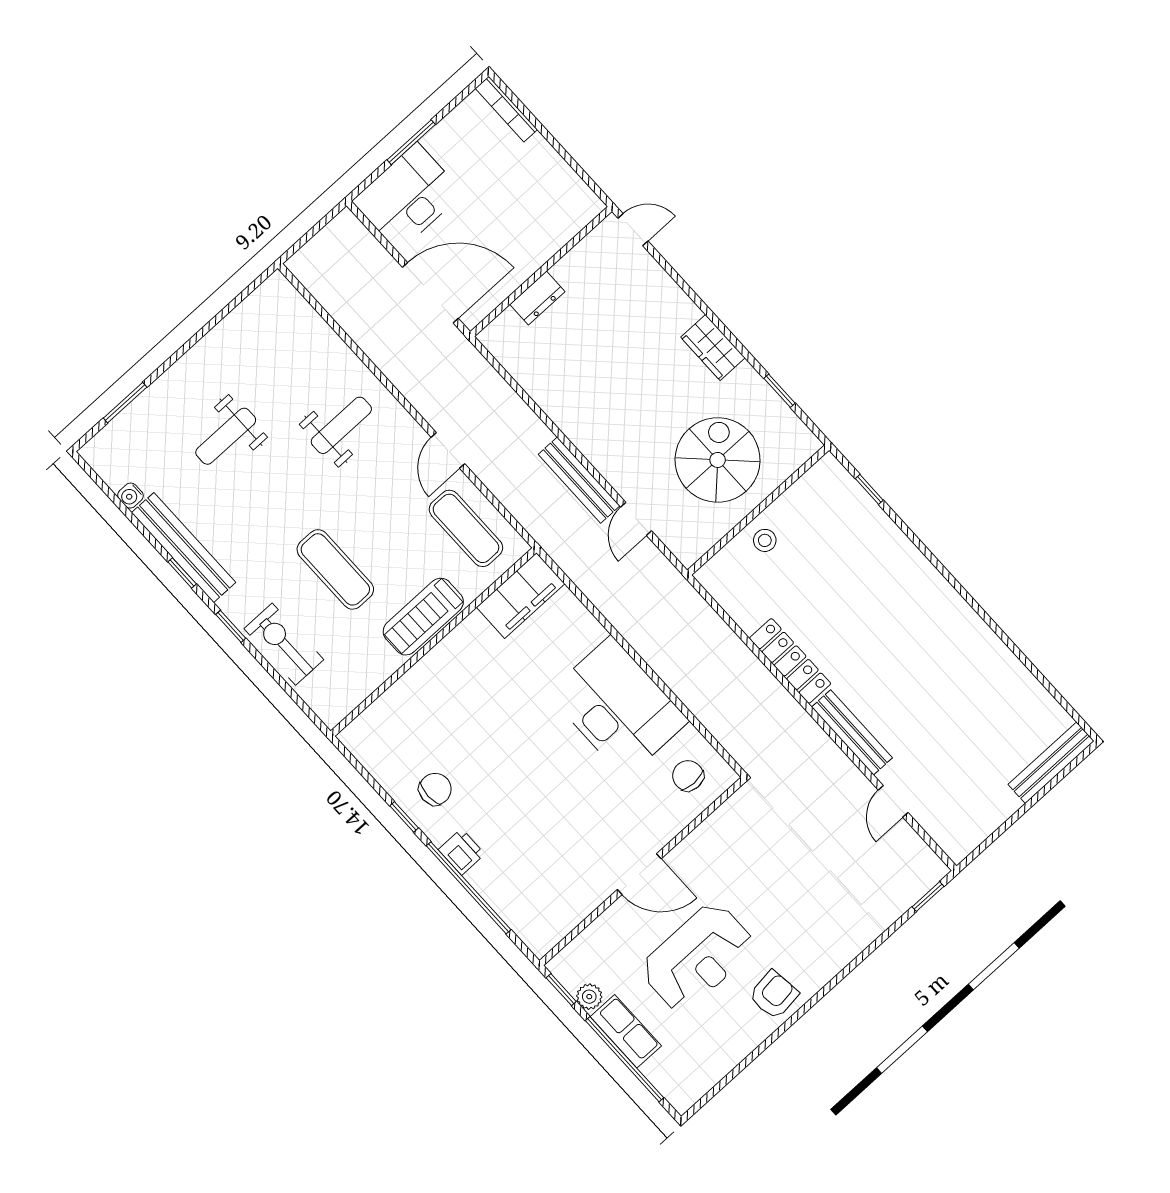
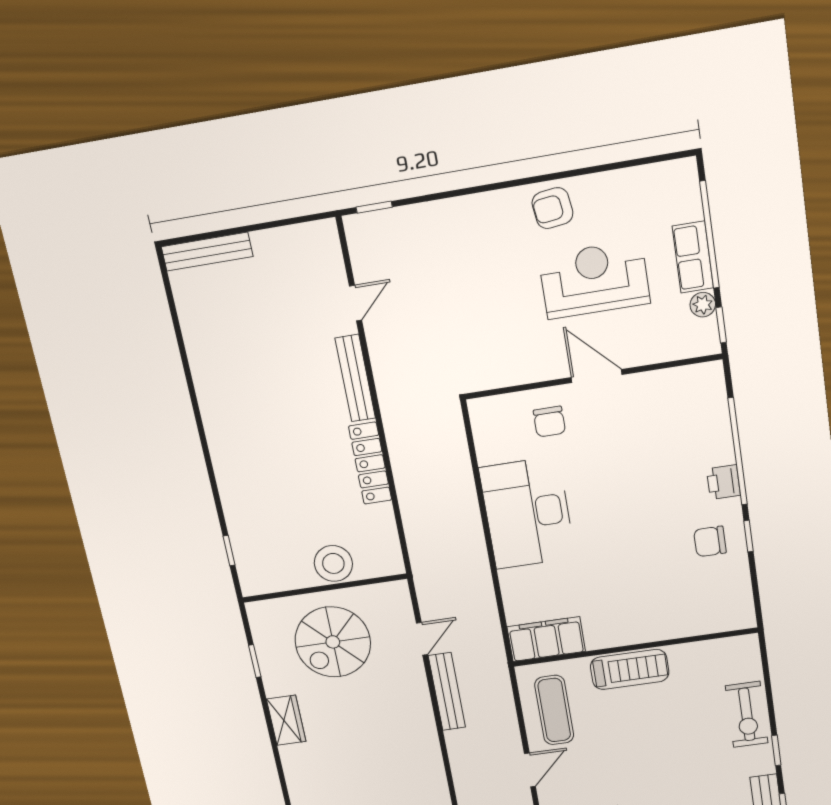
stool: (765, 540) -> (333, 563), width x1.89, depth x1.89
exercise mat: (335, 569) -> (671, 741), removed
chair: (688, 776) -> (549, 422), moved

